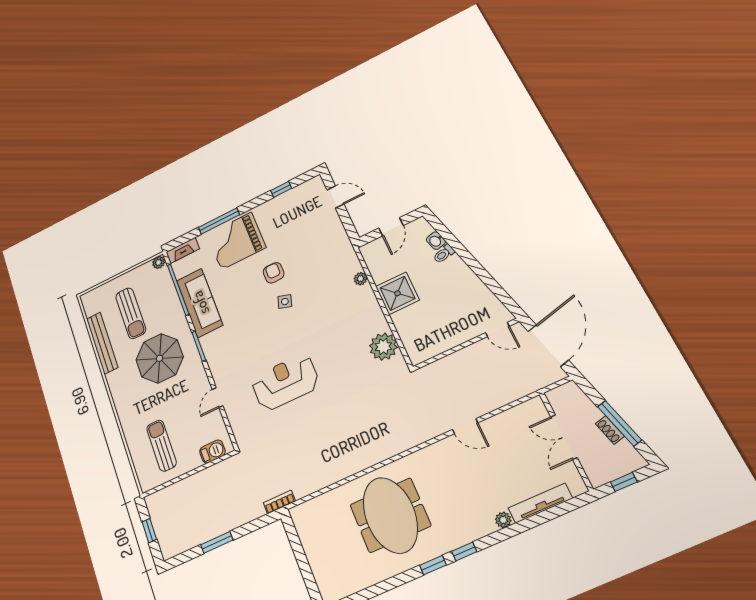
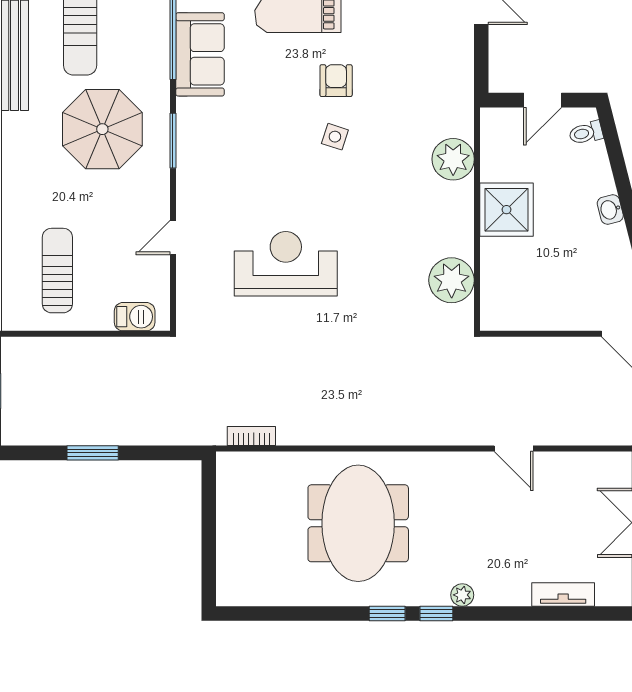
washbasin: (436, 241) -> (610, 209), moved
toilet: (444, 254) -> (586, 133), moved
plant: (361, 279) -> (453, 159), width x1.88, depth x1.88
sofa: (200, 303) -> (200, 54), width x0.73
bookcase: (279, 502) -> (251, 436), moved
tv unit: (540, 503) -> (563, 594), width x0.71
plant: (503, 520) -> (462, 595), moved

